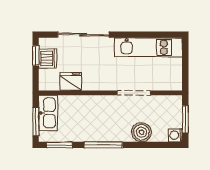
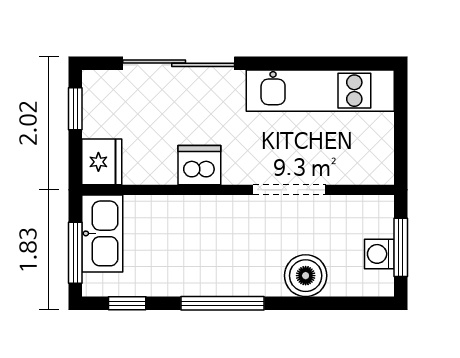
dishwasher: (48, 58) -> (199, 165), moved, turned -90
fridge: (71, 81) -> (102, 162), moved, turned 90
washing machine: (175, 135) -> (379, 254), moved
window: (60, 145) -> (127, 303), width x0.67

